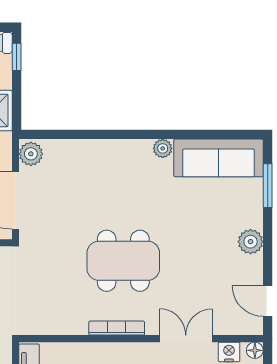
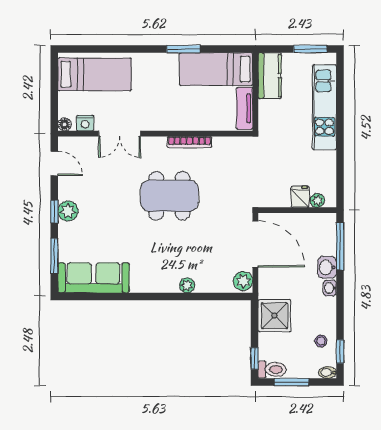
plant: (163, 148) -> (187, 285), moved
window: (268, 241) -> (54, 211), added
bookcase: (117, 328) -> (190, 142), moved

